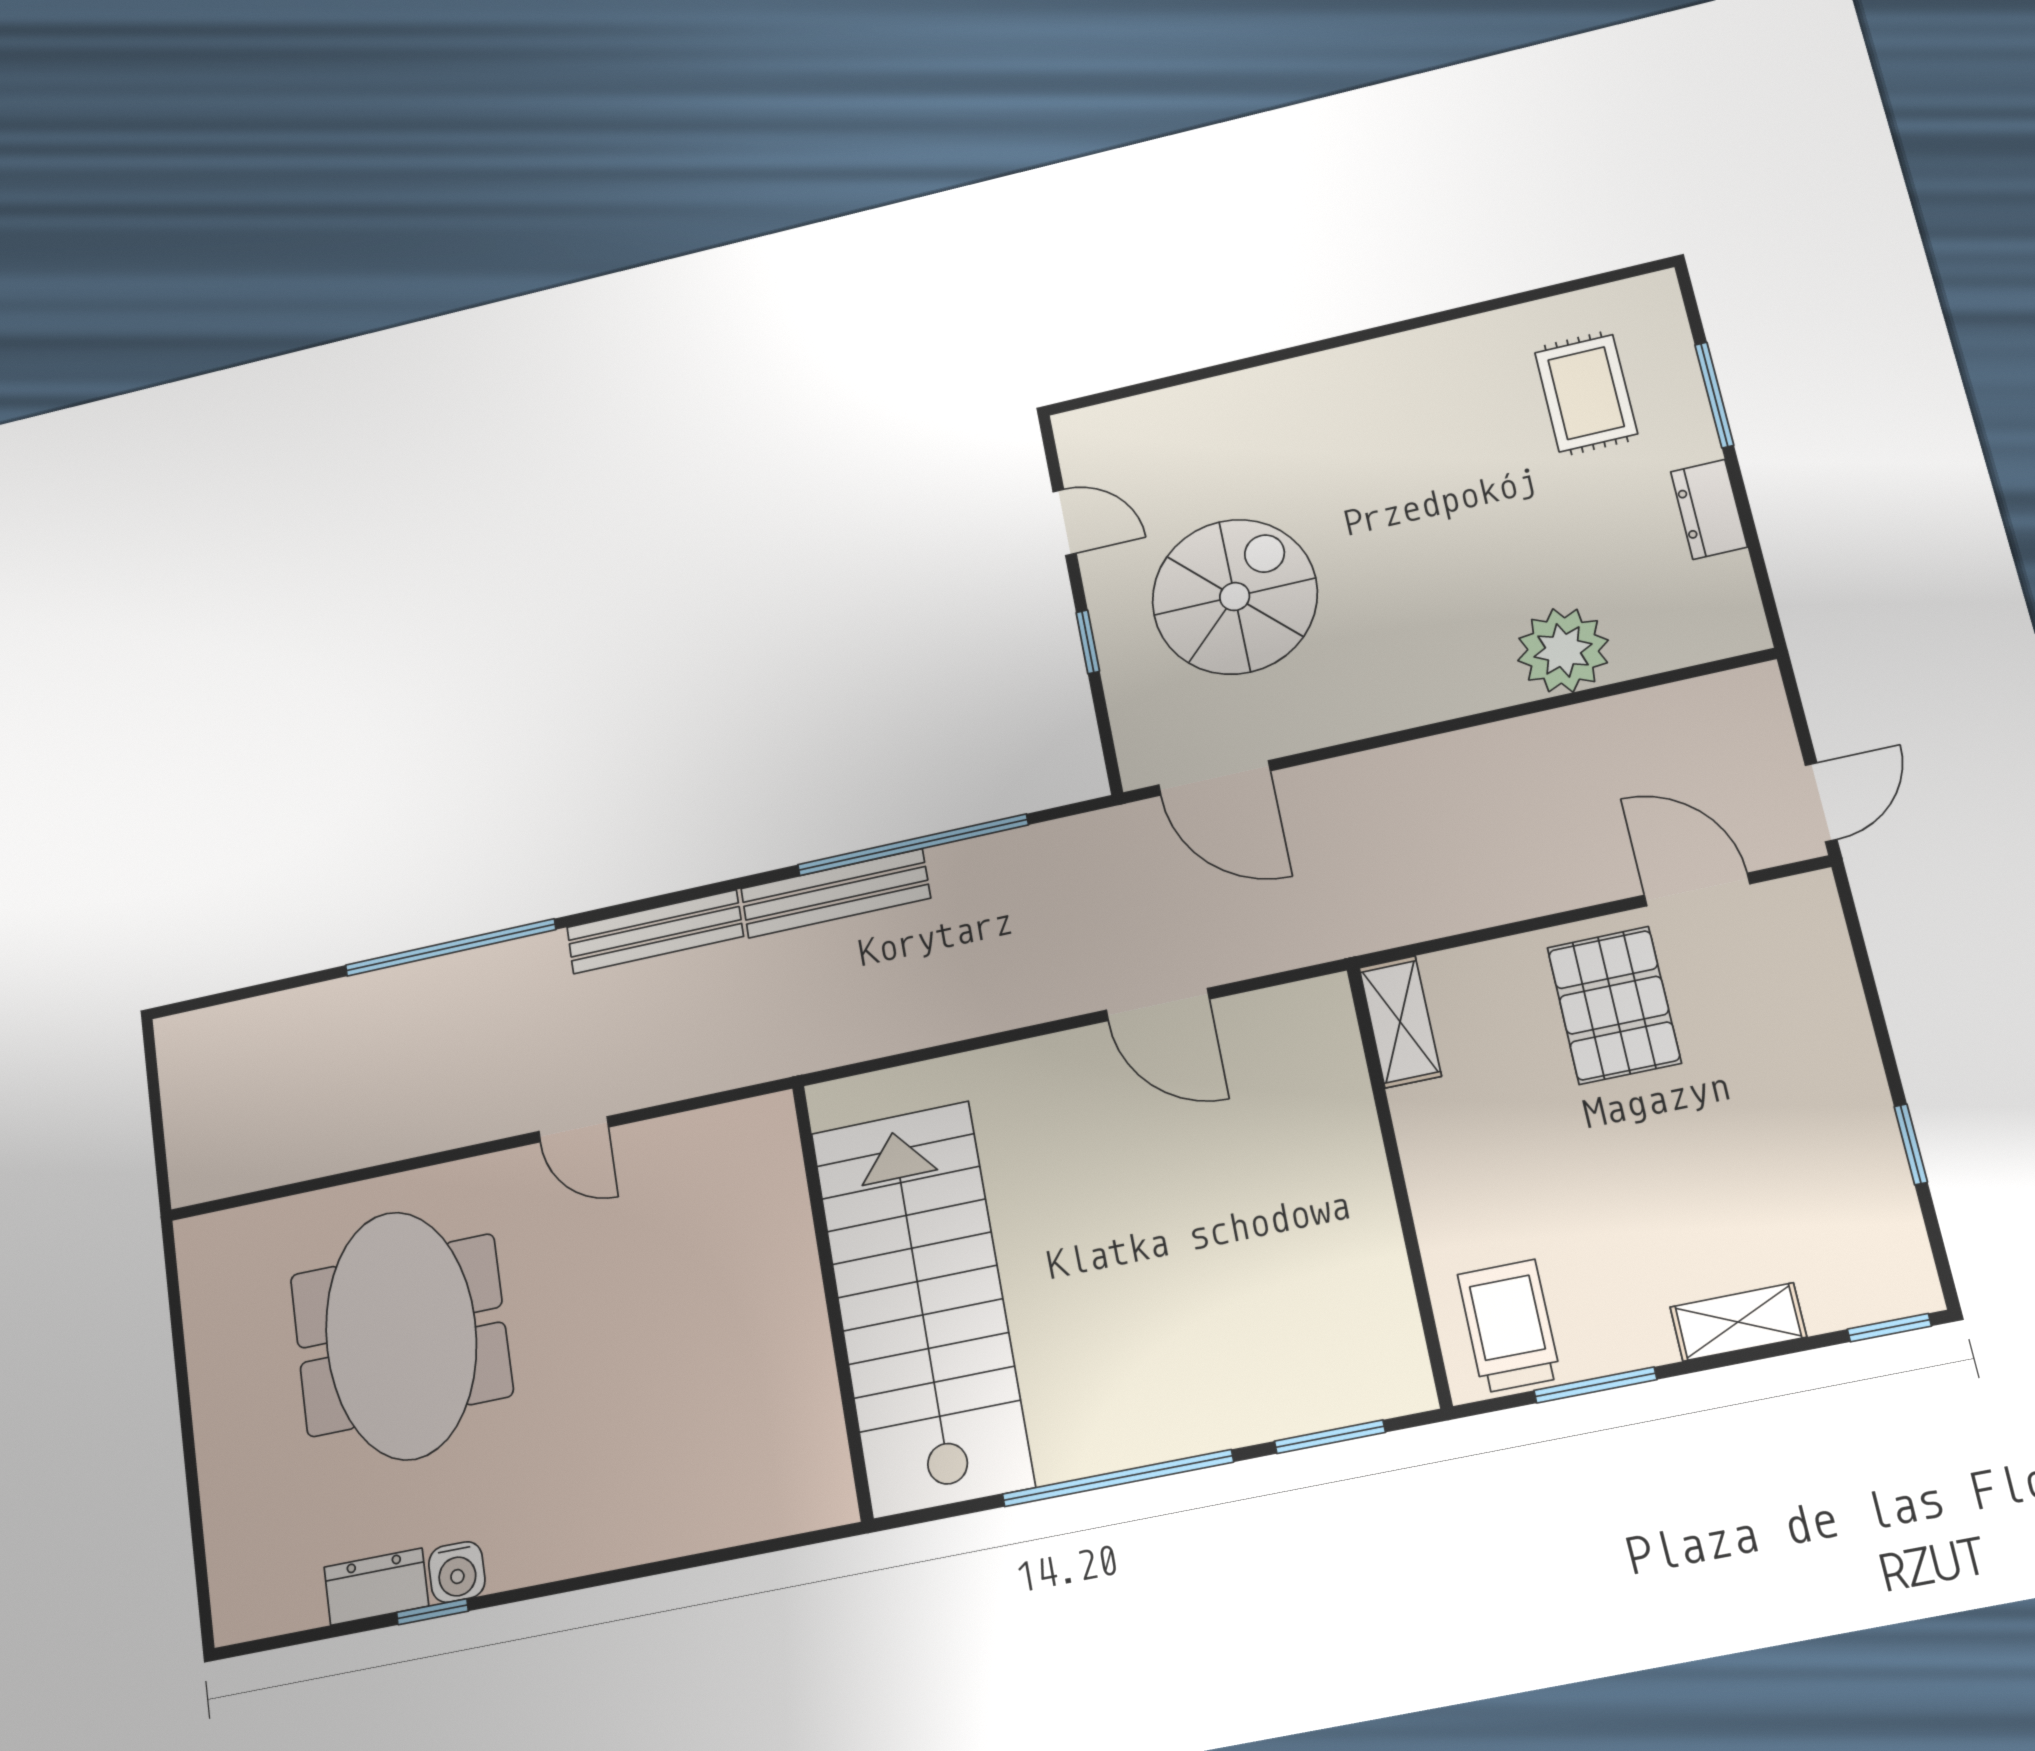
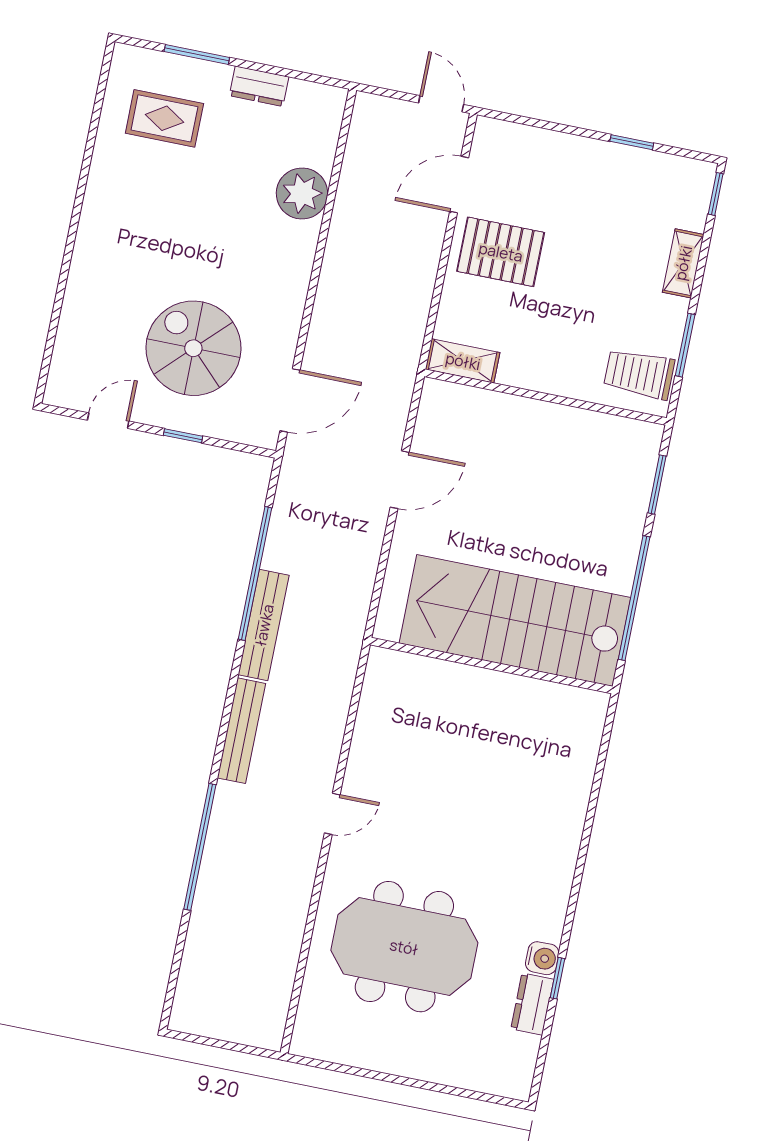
wall: (832, 1300) -> (491, 666), moved
stairs: (921, 1307) -> (515, 620), moved

